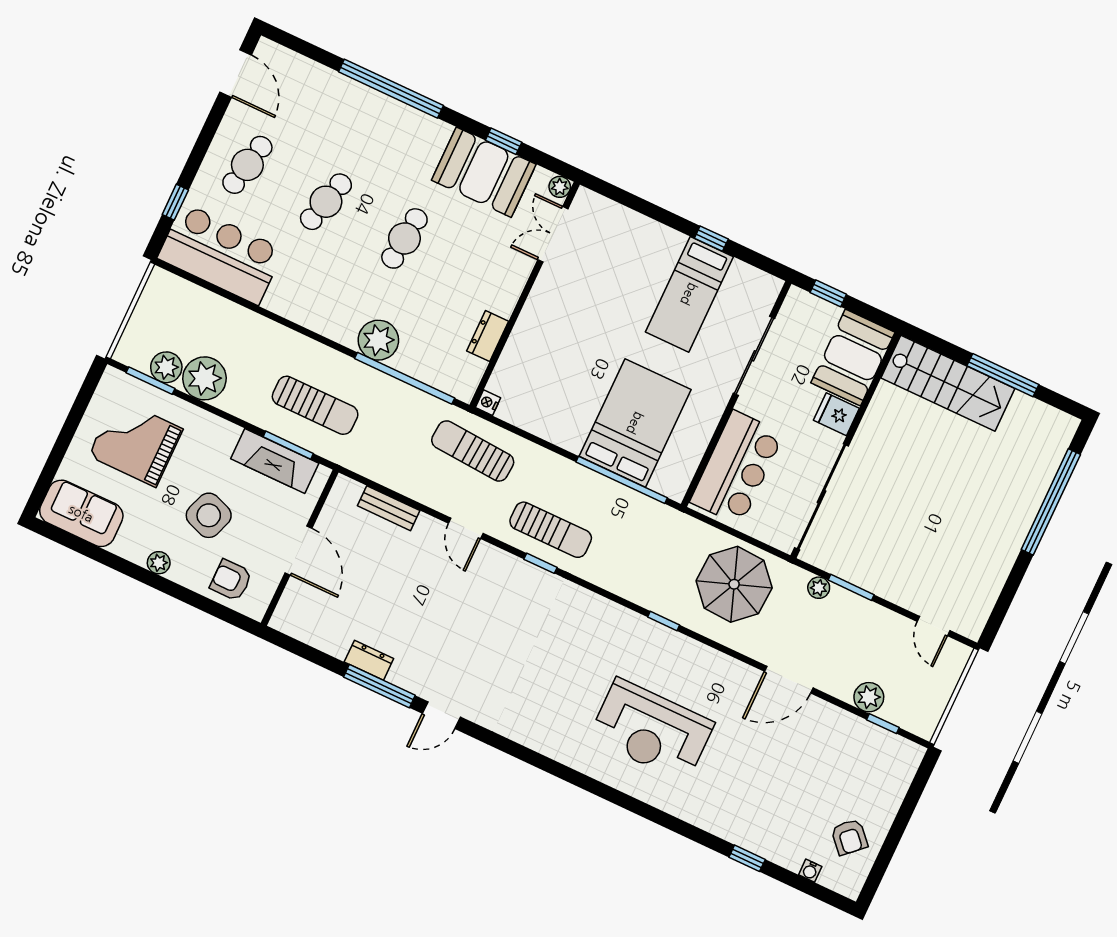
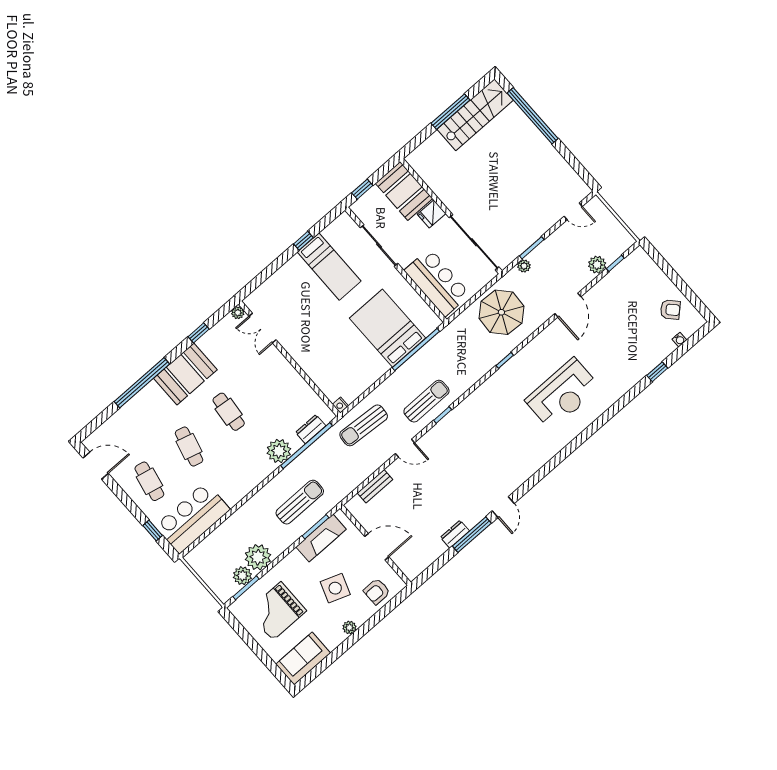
booth: (484, 172) -> (185, 374), moved
dresser: (488, 336) -> (311, 429), moved, turned 90
stairs: (948, 383) -> (475, 115), moved

